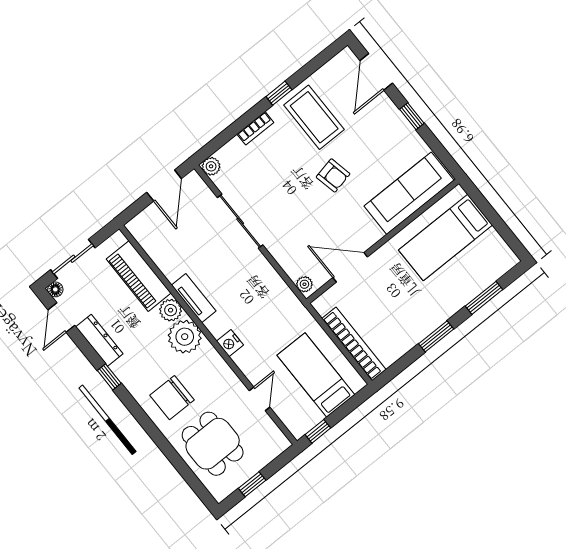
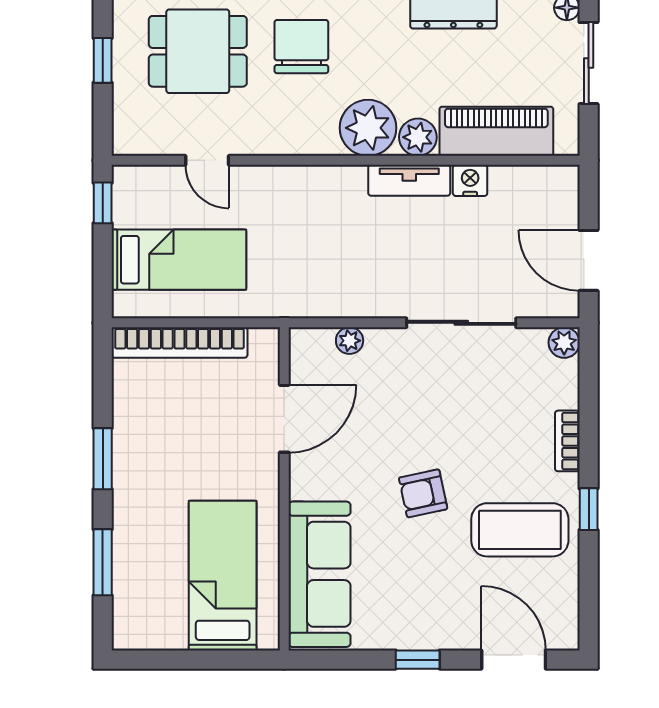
plant: (304, 284) -> (350, 341), moved
nightstand: (230, 343) -> (470, 180), moved

